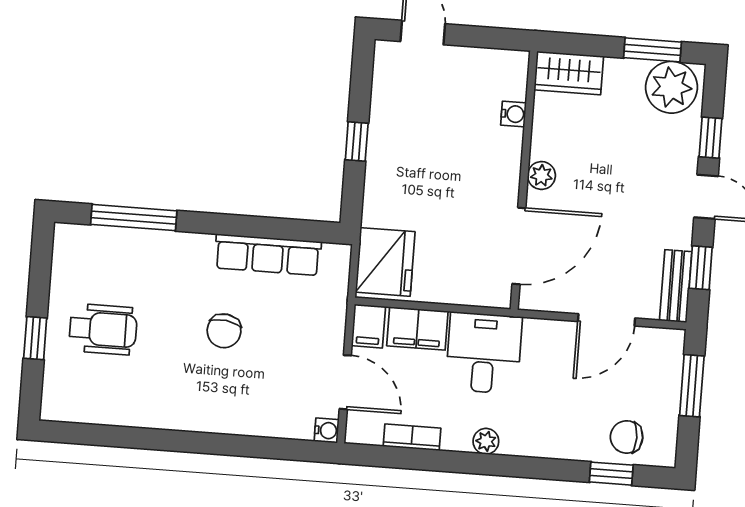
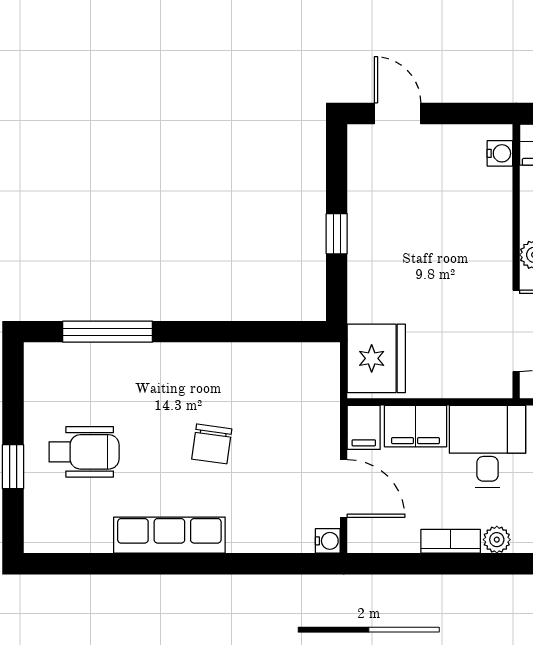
water cooler: (513, 114) -> (500, 153), moved
row of seats: (268, 255) -> (169, 535), moved, turned 180
bookcase: (412, 437) -> (451, 541), moved

